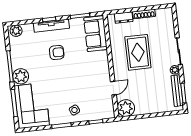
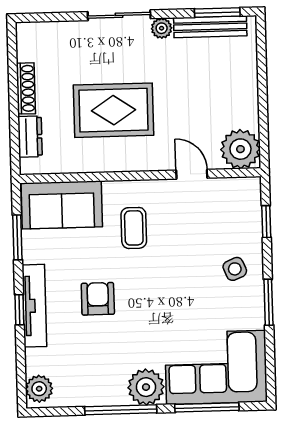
coffee table: (88, 65) -> (134, 228), added

